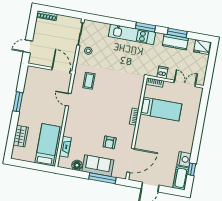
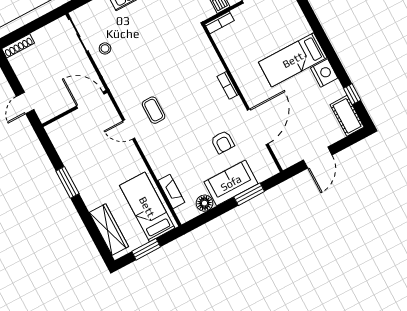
coffee table: (89, 81) -> (154, 110), moved
bed: (161, 109) -> (293, 60), moved, turned 180
wardrobe: (21, 136) -> (109, 230), width x1.50
nightstand: (184, 159) -> (324, 73), moved
door: (131, 160) -> (258, 127), moved
window: (30, 165) -> (146, 249), added
window: (102, 178) -> (249, 194), width x0.69

